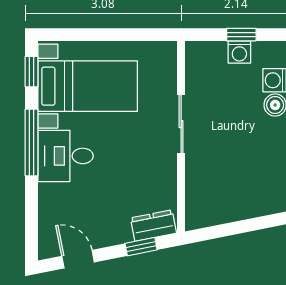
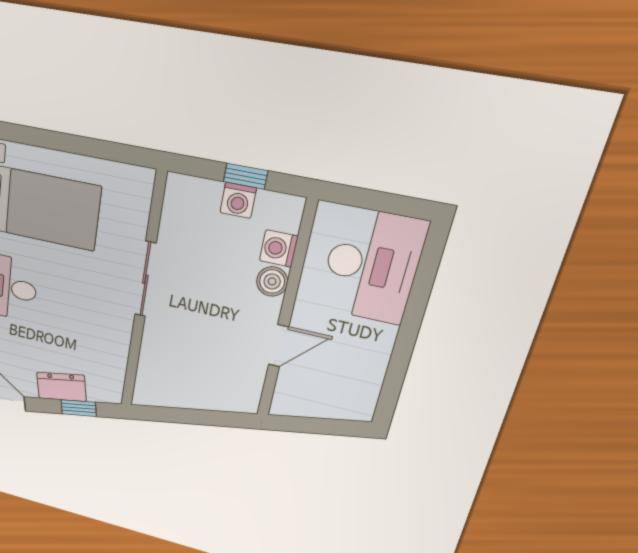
dresser: (153, 226) -> (61, 387), moved

